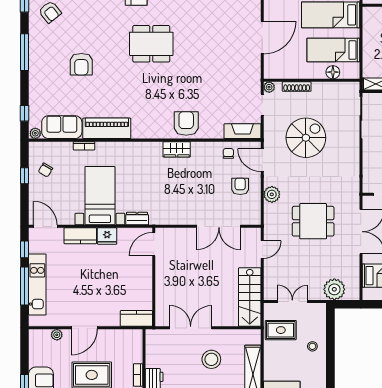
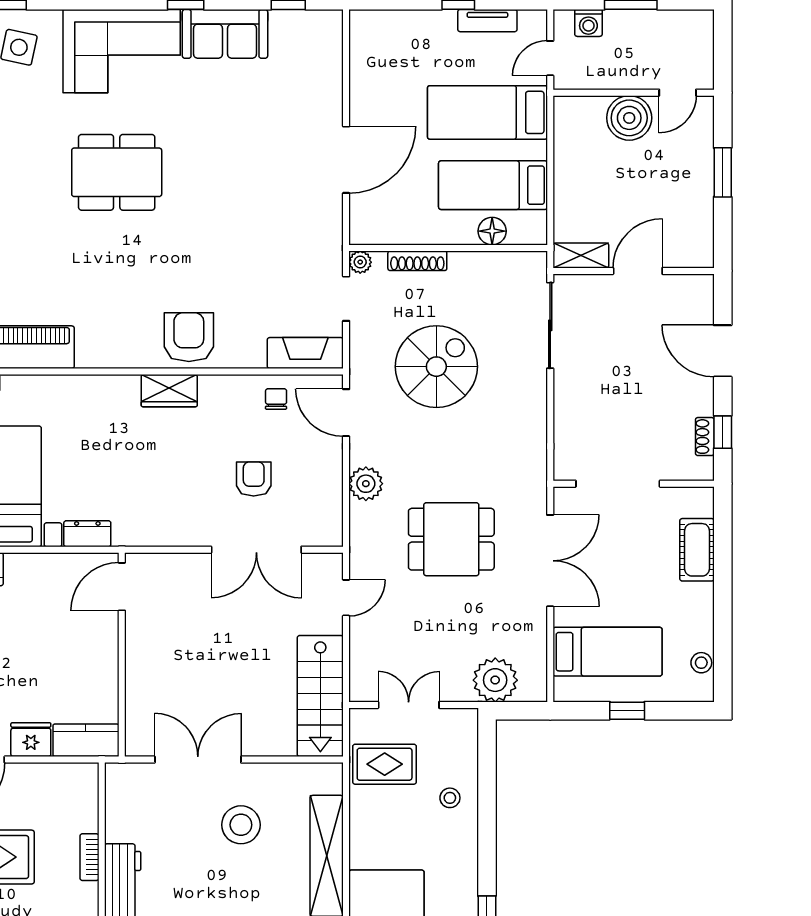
armchair: (240, 186) -> (254, 479), moved
fridge: (107, 236) -> (31, 740), moved, turned 180

